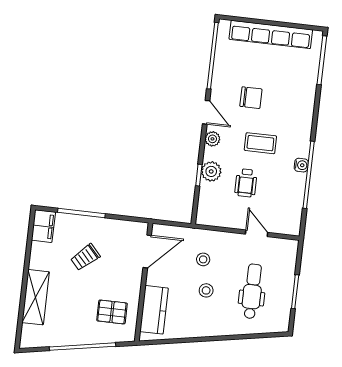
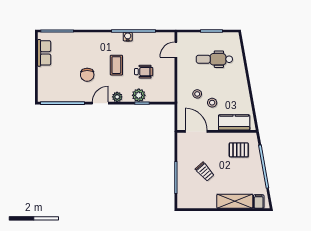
row of seats: (271, 34) -> (44, 53), width x0.50
chair: (251, 98) -> (87, 75), turned 180
filing cabinet: (43, 226) -> (259, 202), moved, width x0.50
door: (257, 233) -> (176, 50), moved
stool: (206, 290) -> (212, 103), moved
pallet: (112, 312) -> (239, 150), turned 90

